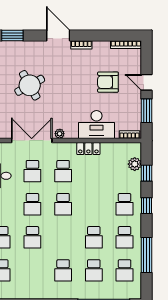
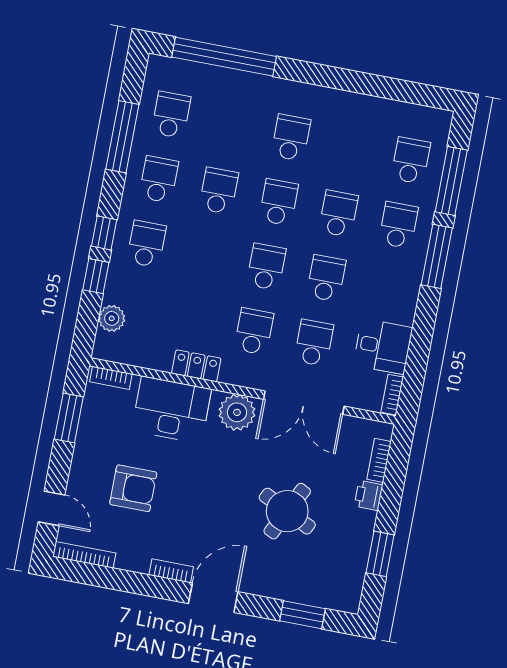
door: (58, 36) -> (213, 598), swing flipped
door: (146, 82) -> (52, 508), moved
round table: (30, 85) -> (287, 511), turned -35
plant: (60, 134) -> (237, 412), width x1.88, depth x1.88
window: (146, 173) -> (96, 276), moved
school desk: (94, 270) -> (279, 202), moved

